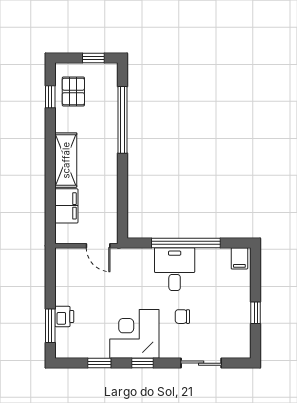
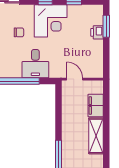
desk: (175, 269) -> (35, 64), moved

